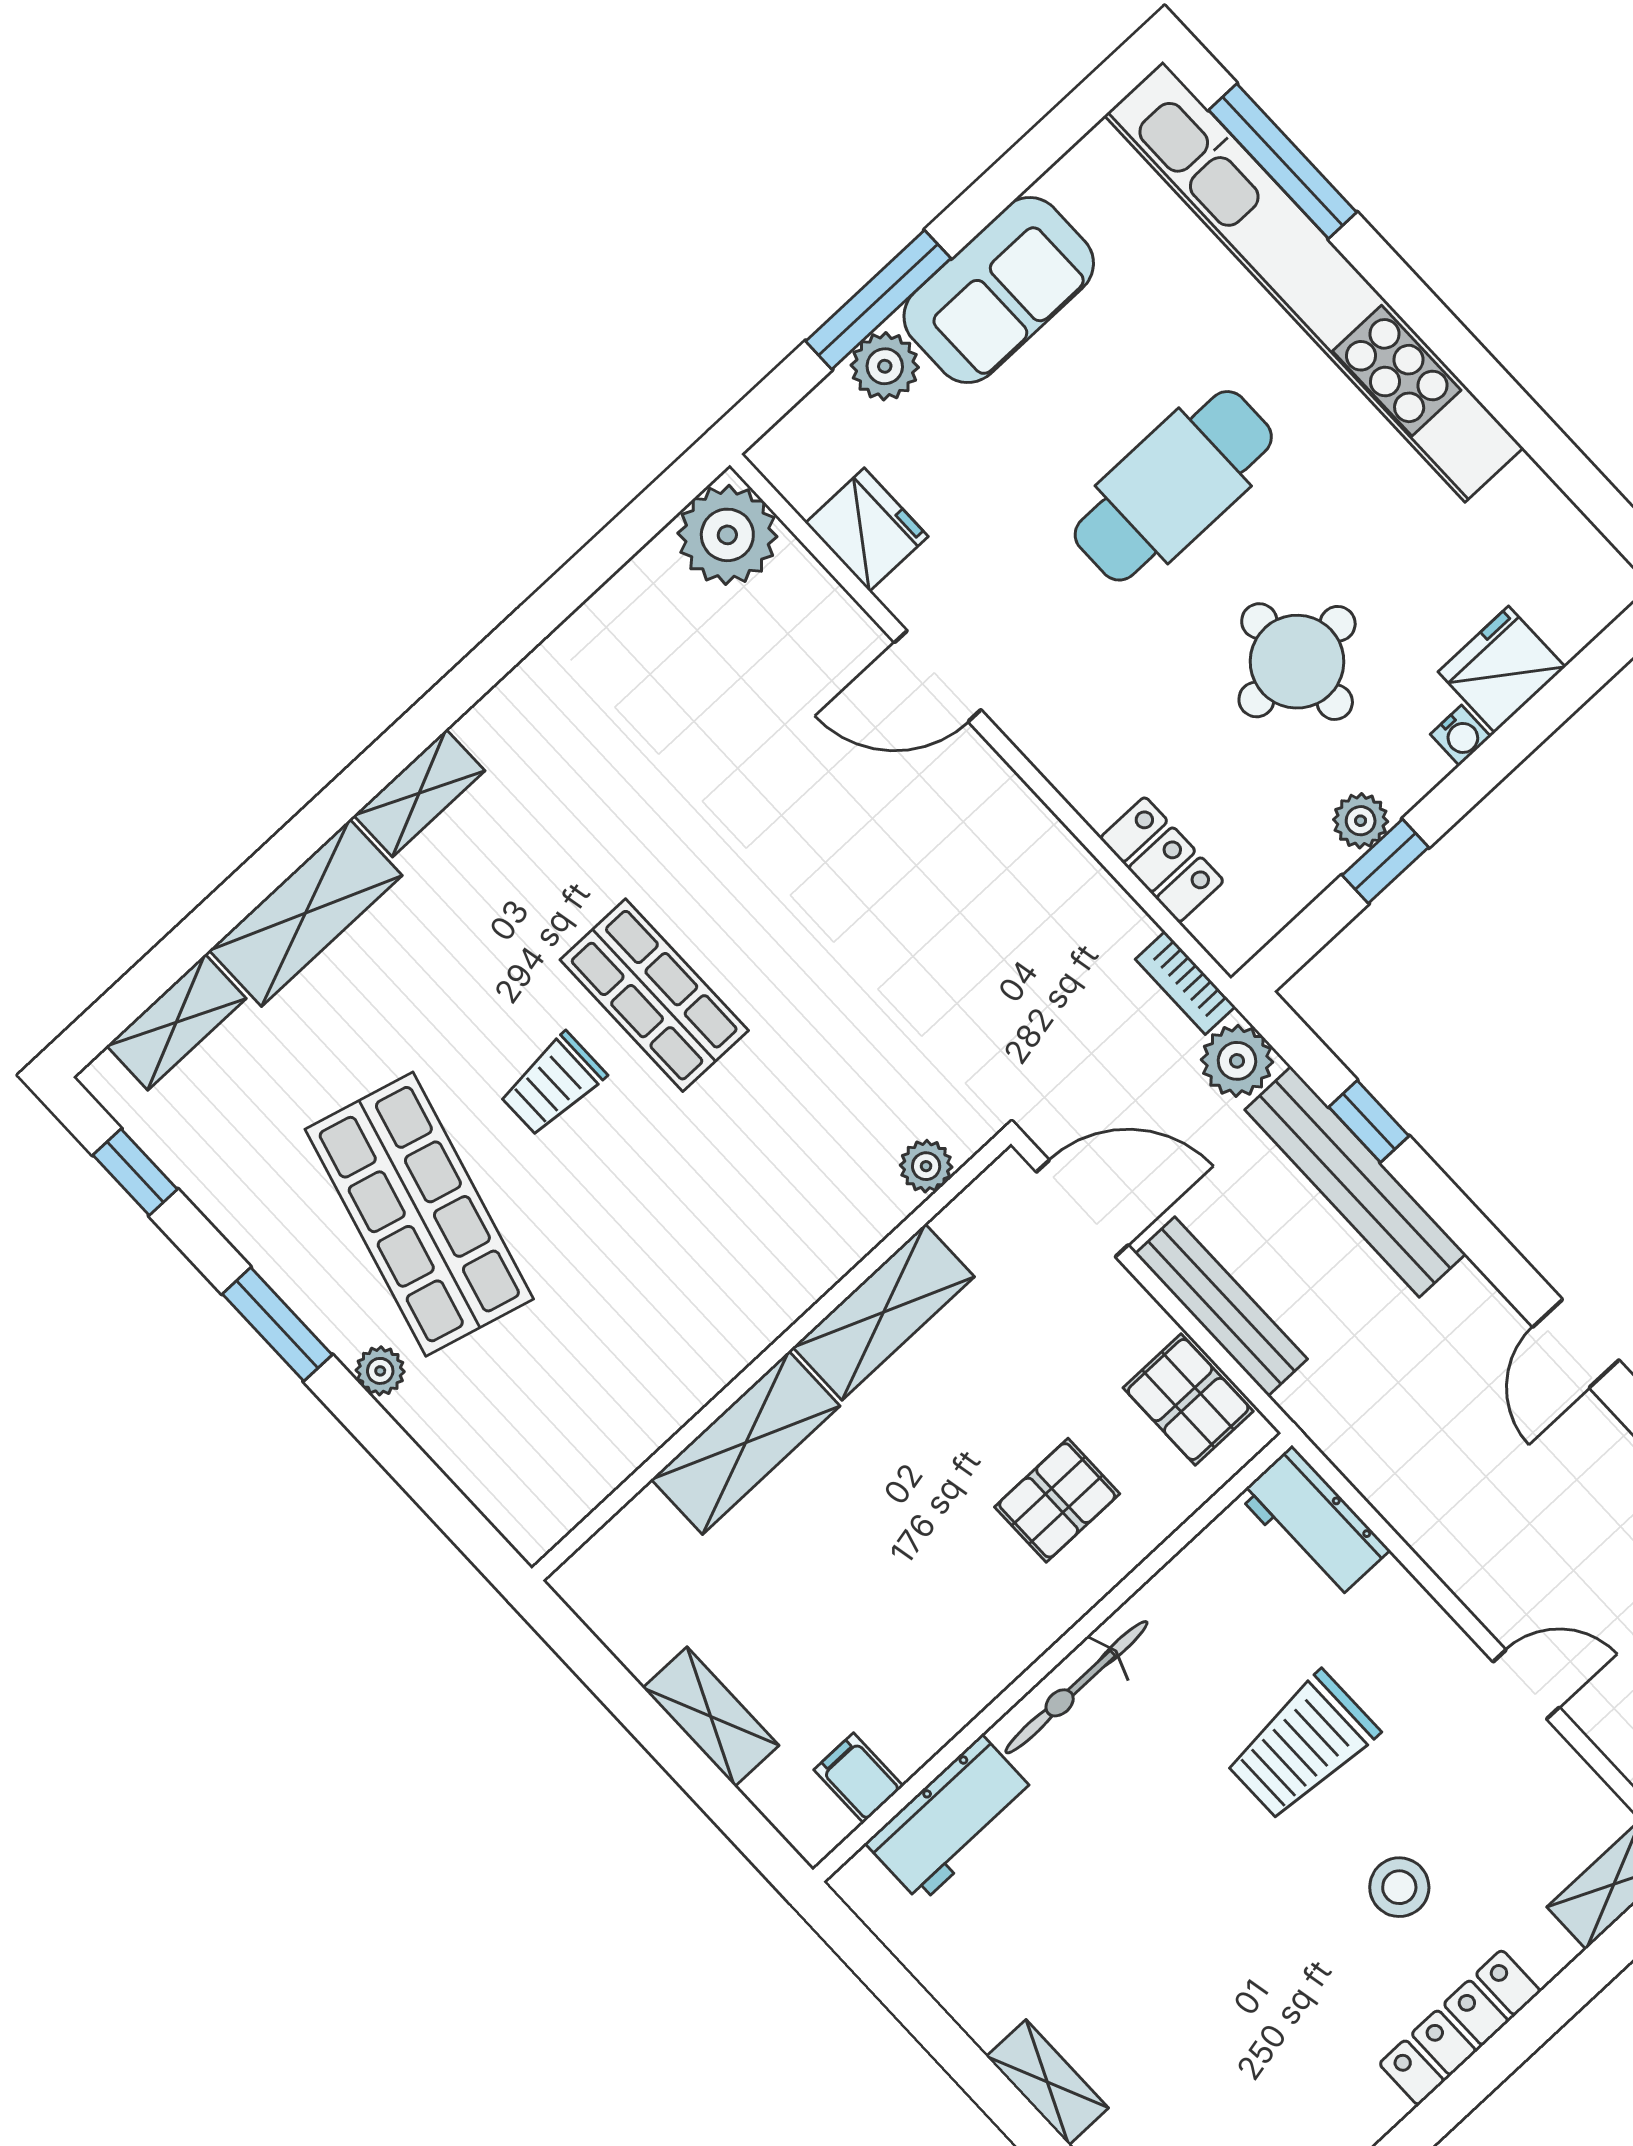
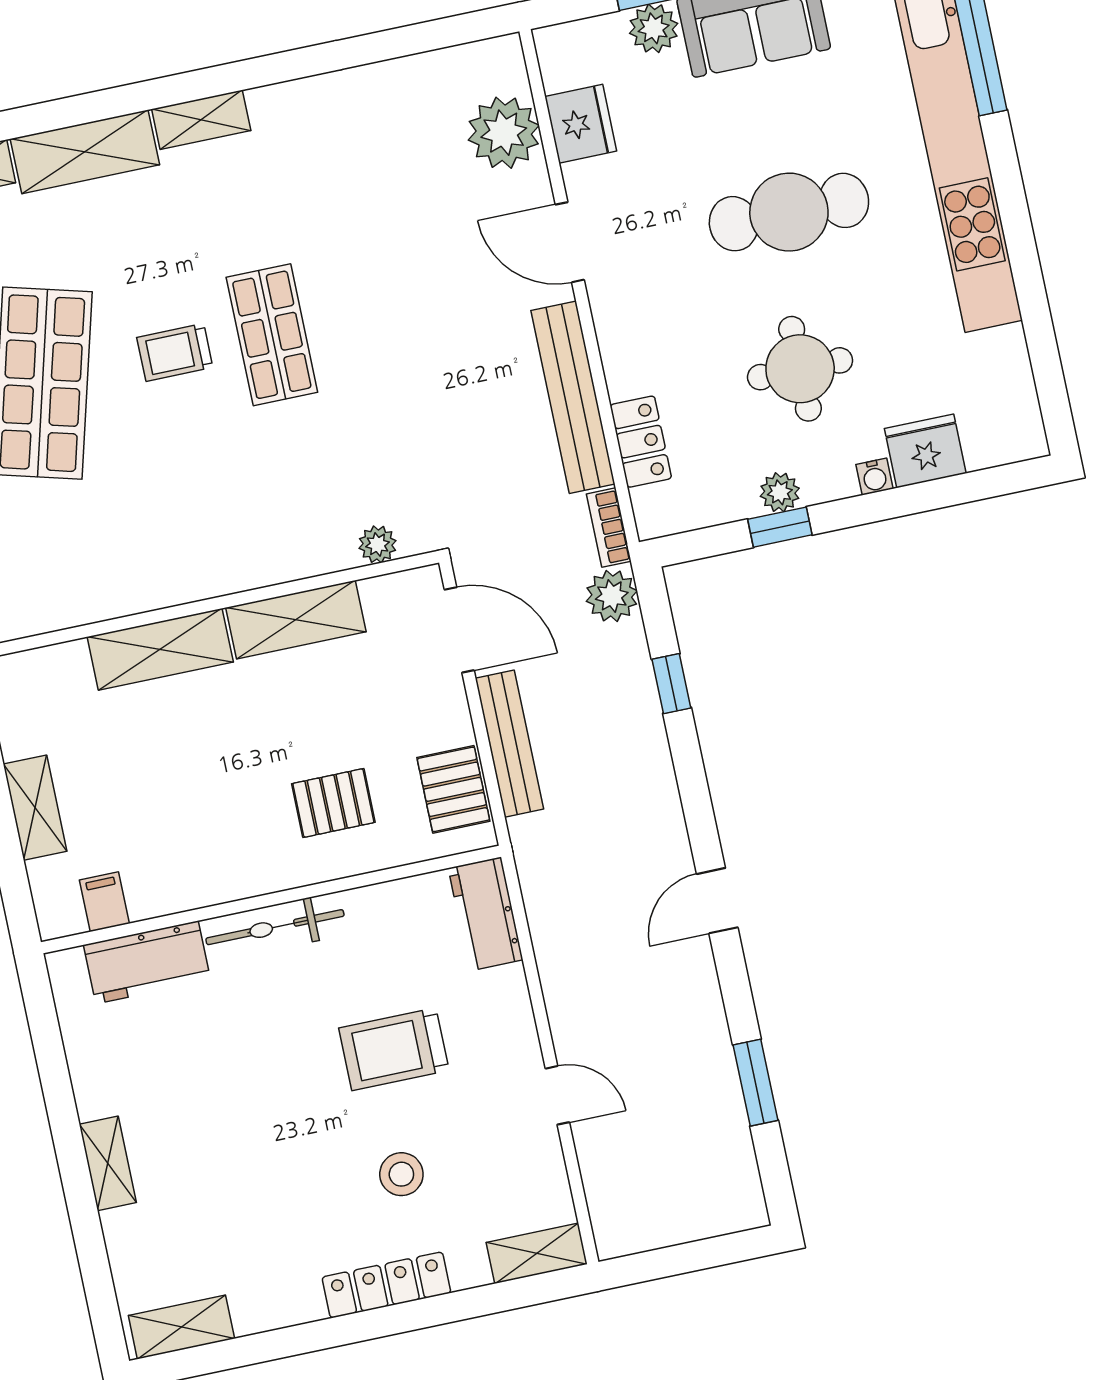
plant: (727, 535) -> (504, 133), moved
bench: (1355, 1182) -> (573, 397), moved

